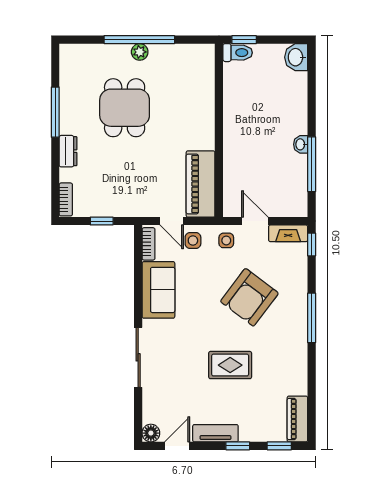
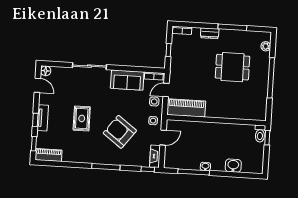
plant: (140, 52) -> (266, 46), moved
washbasin: (296, 57) -> (233, 166), moved
tv unit: (215, 433) -> (43, 118), moved

